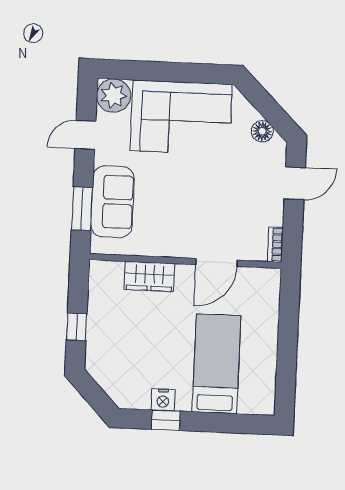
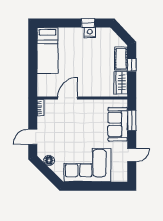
plant: (114, 96) -> (119, 174), removed
wardrobe: (149, 276) -> (121, 83), moved, turned -90
cot: (99, 341) -> (121, 59), added
bed: (216, 364) -> (48, 51), moved

